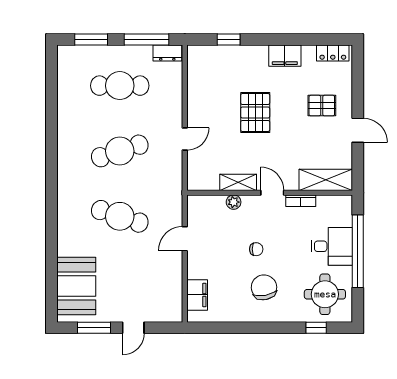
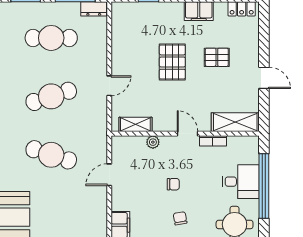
pallet: (322, 106) -> (217, 57), moved
shelving: (238, 182) -> (135, 124), moved
chair: (264, 287) -> (180, 218), width x0.54, depth x0.54

